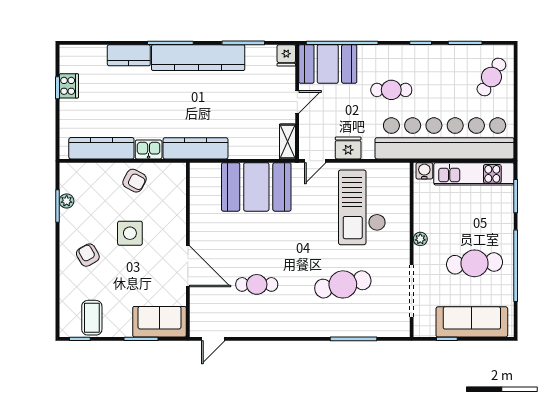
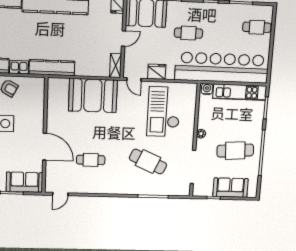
cafe table: (491, 77) -> (257, 27), turned 59
door: (315, 161) -> (134, 79), hinge flipped
cafe table: (343, 284) -> (148, 162), turned 36
sofa: (472, 322) -> (230, 188), width x0.73

